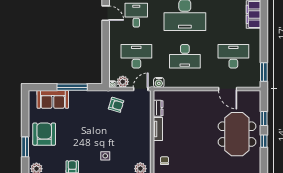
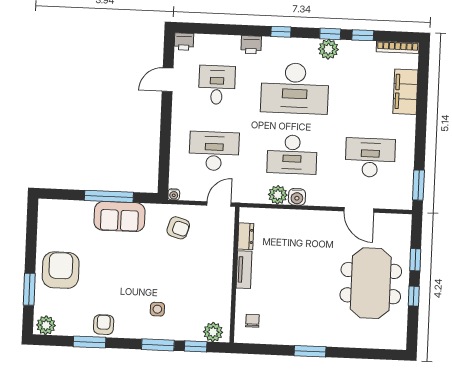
door: (106, 13) -> (168, 80), swing flipped
plant: (123, 82) -> (278, 195), moved
water cooler: (159, 83) -> (297, 197), moved
sofa: (53, 99) -> (120, 217), moved

